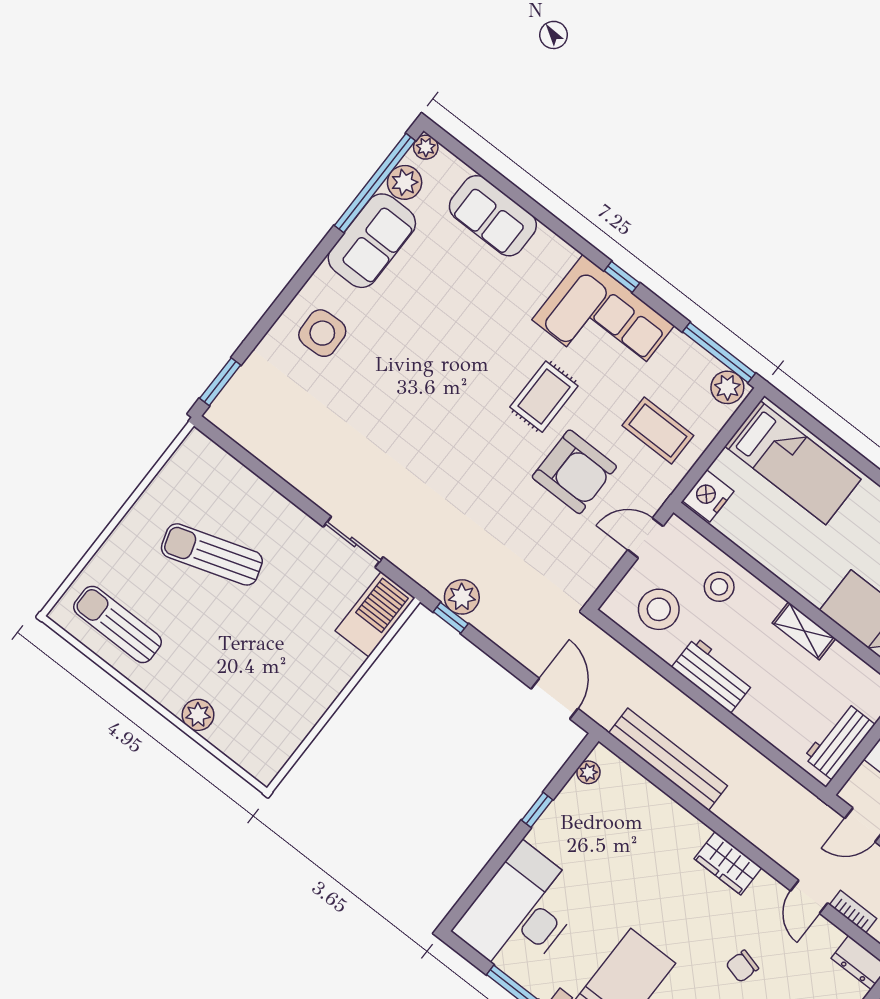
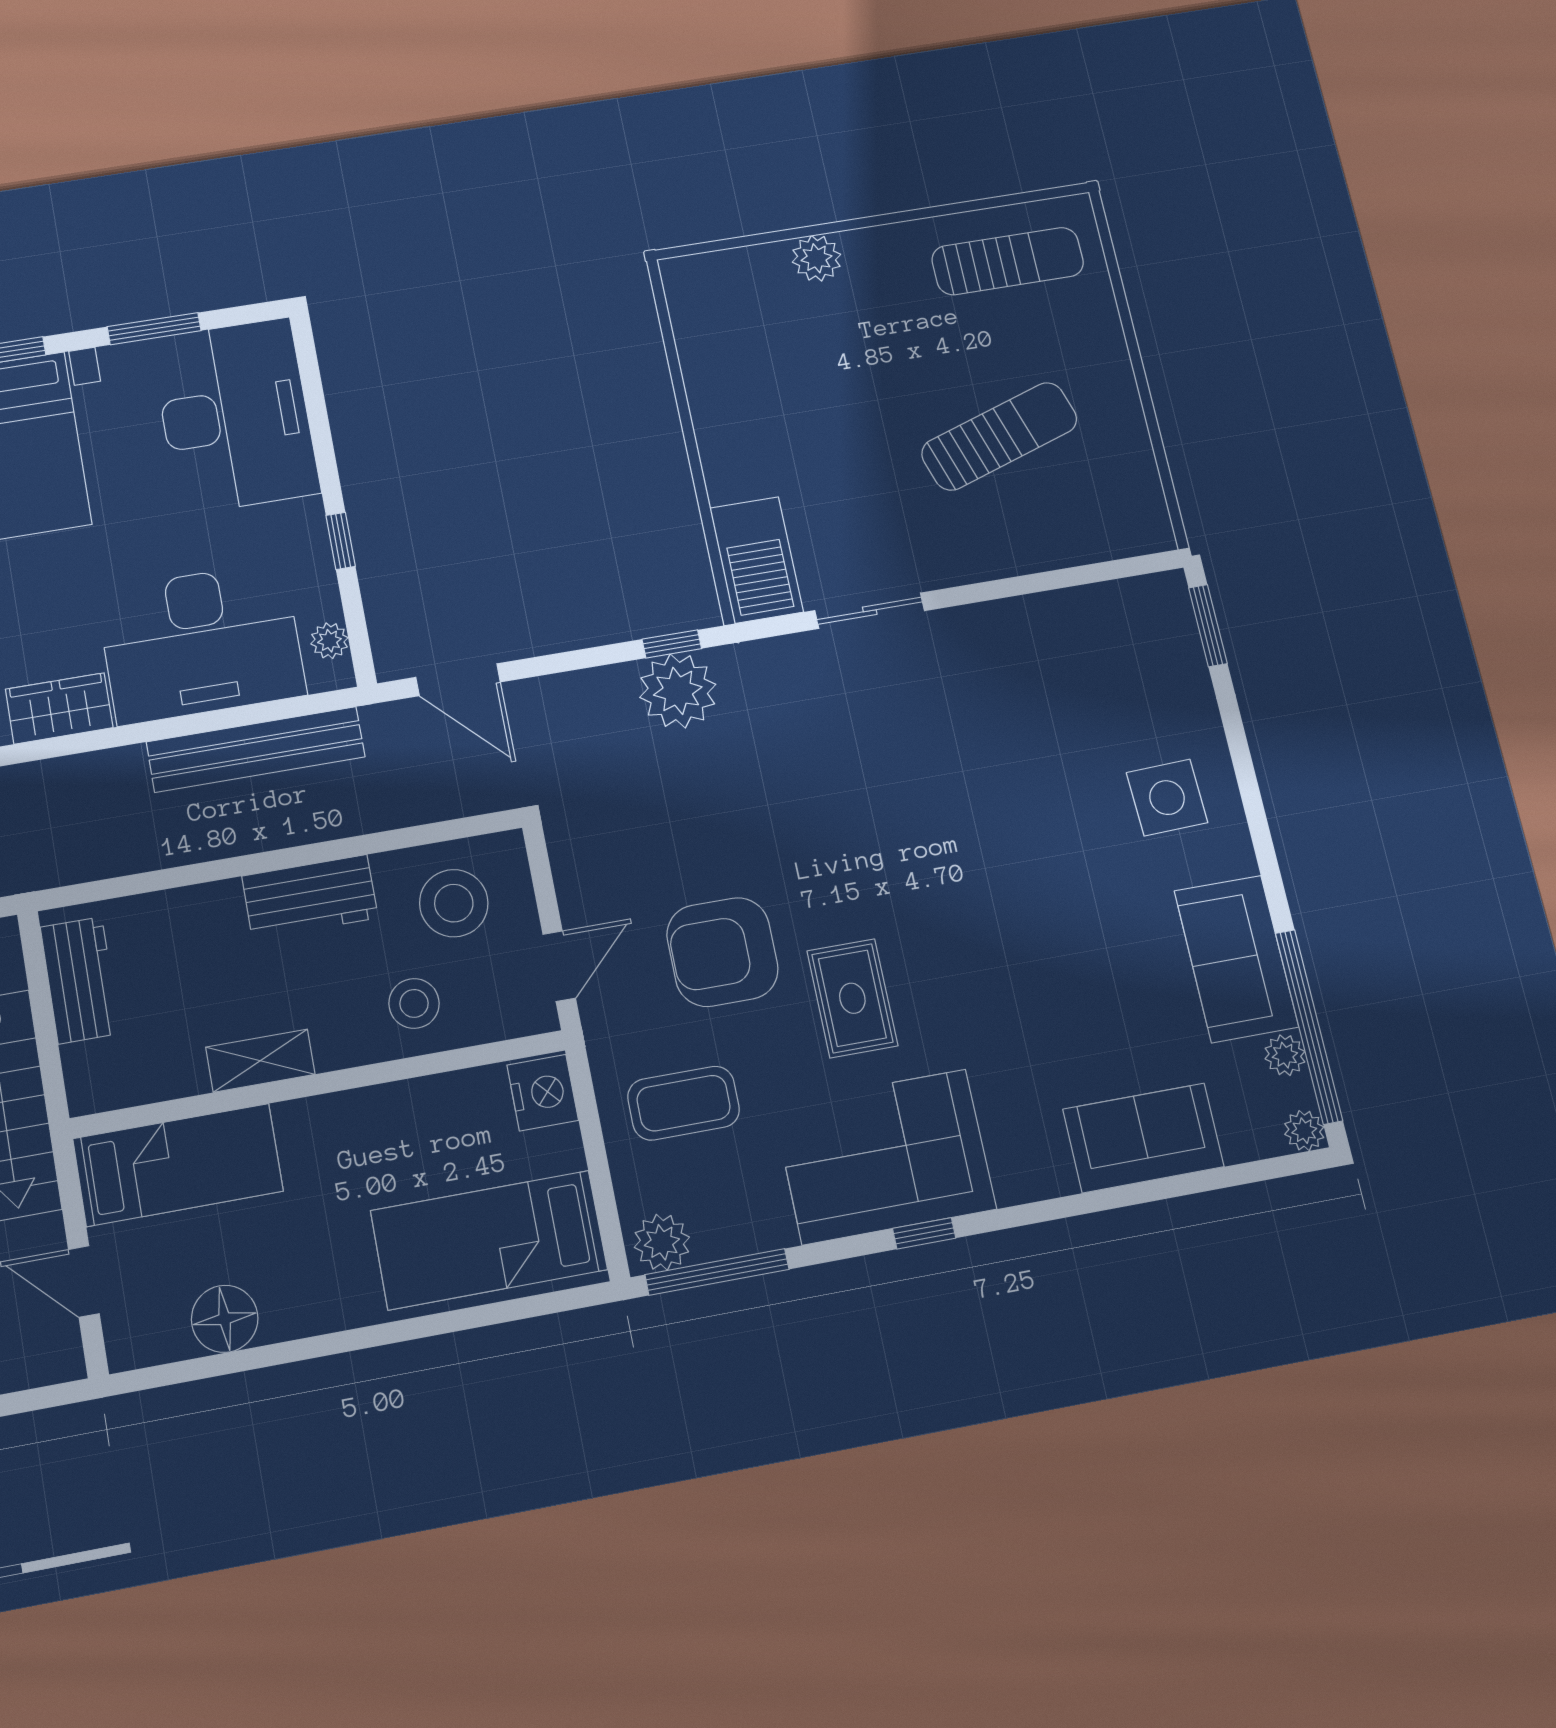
plant: (405, 182) -> (1285, 1055), width x0.73, depth x0.73
plant: (462, 597) -> (678, 691), width x1.36, depth x1.36
desk: (641, 828) -> (201, 643), added

